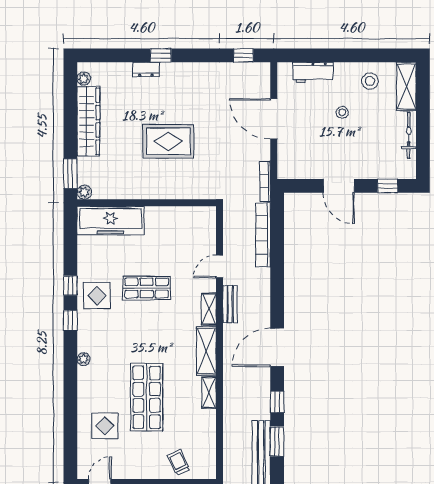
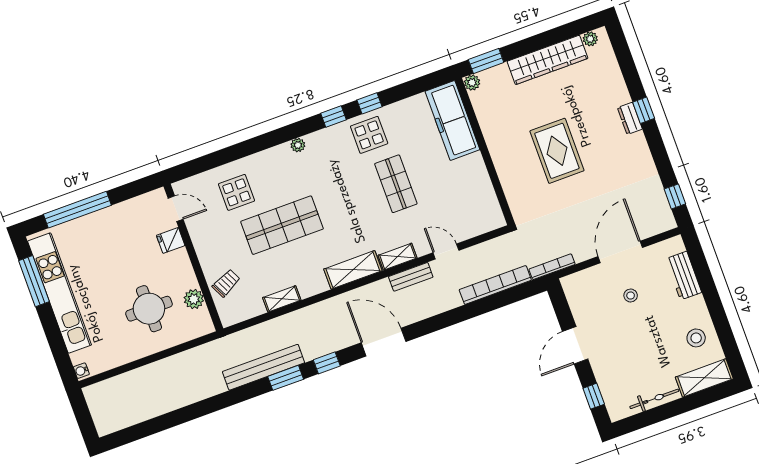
dresser: (146, 69) -> (630, 118), moved
stool: (342, 112) -> (631, 295), moved
shelving: (209, 393) -> (282, 299), moved

